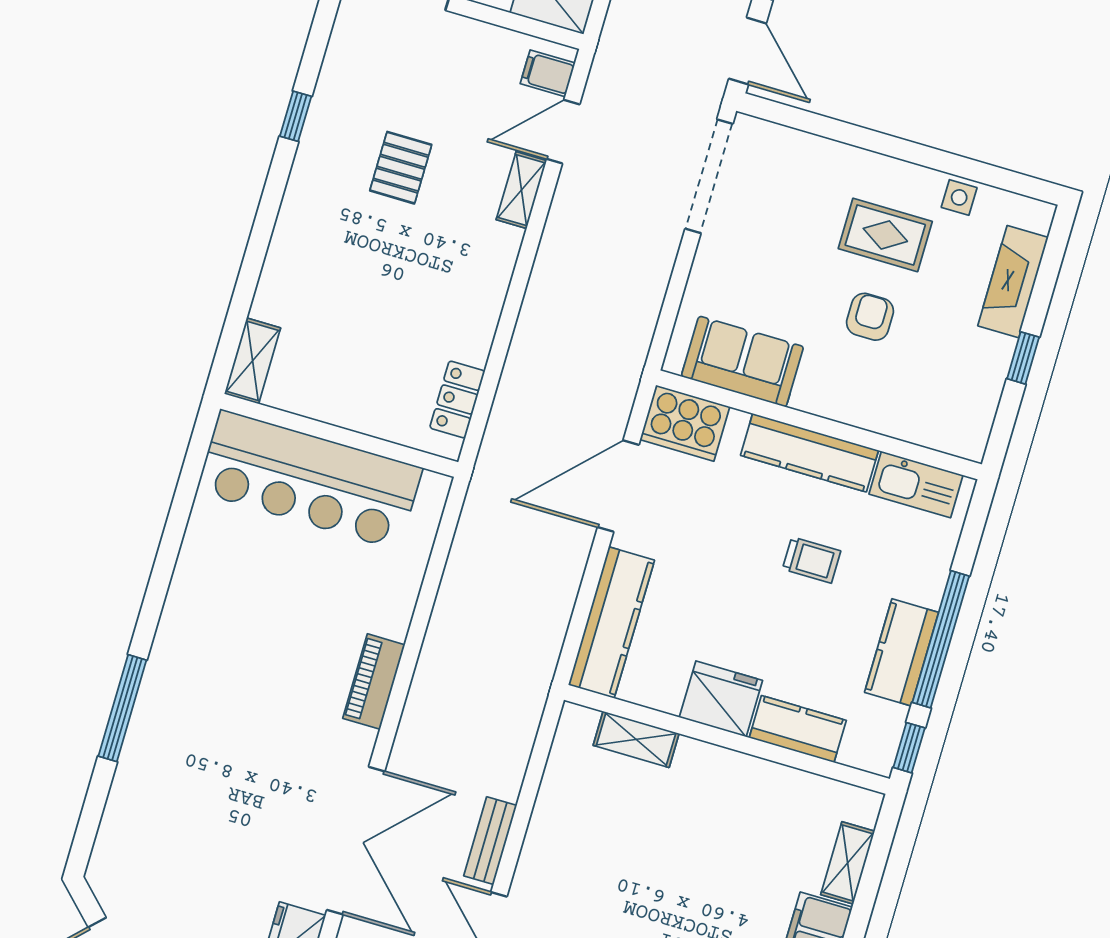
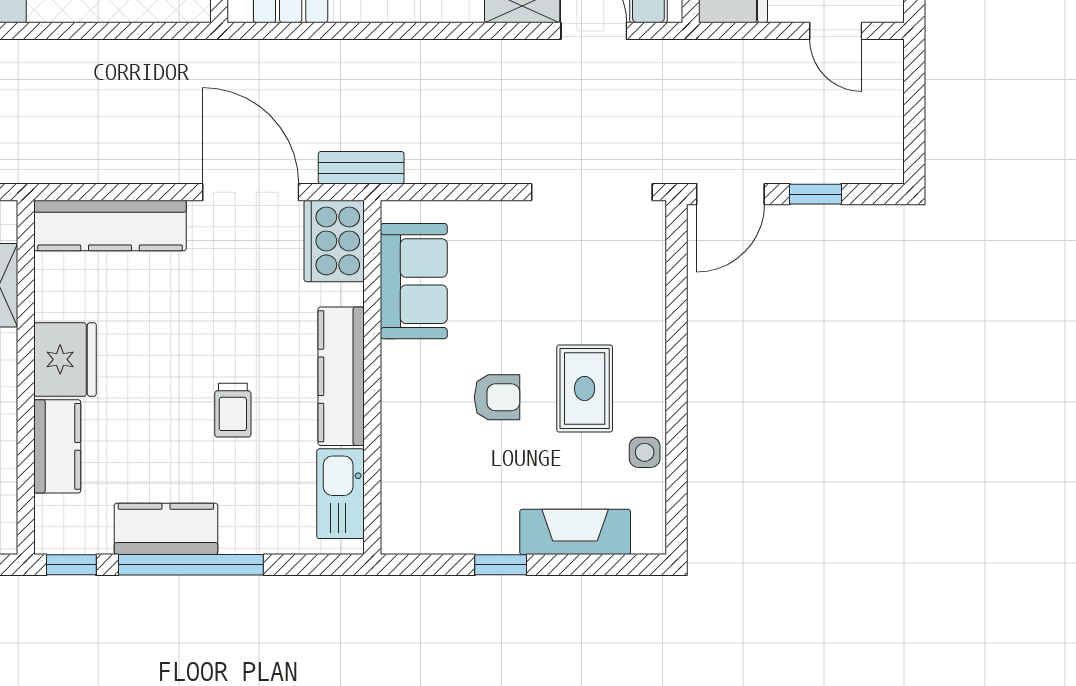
bench: (626, 379) -> (361, 168), added

